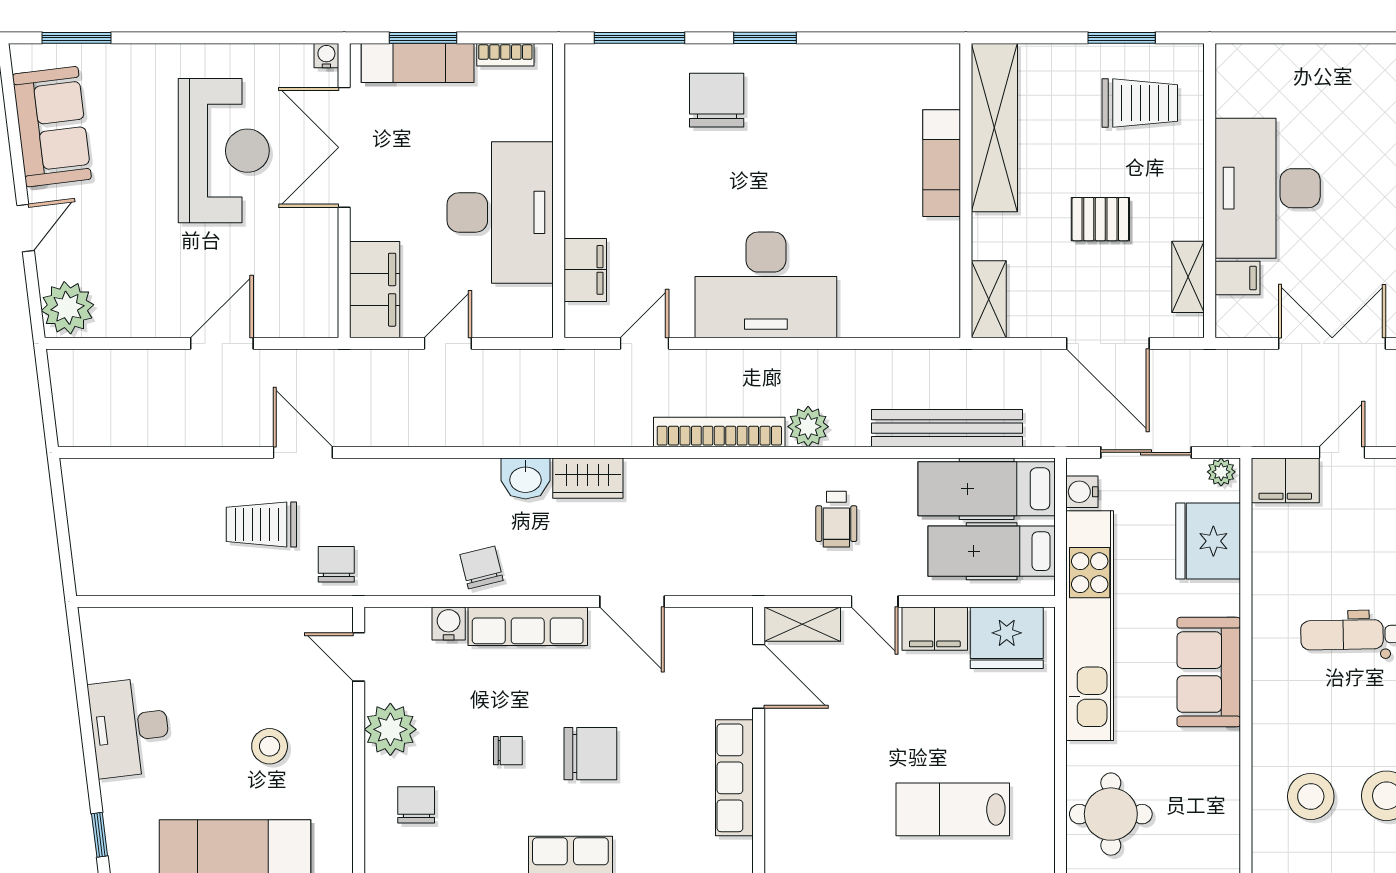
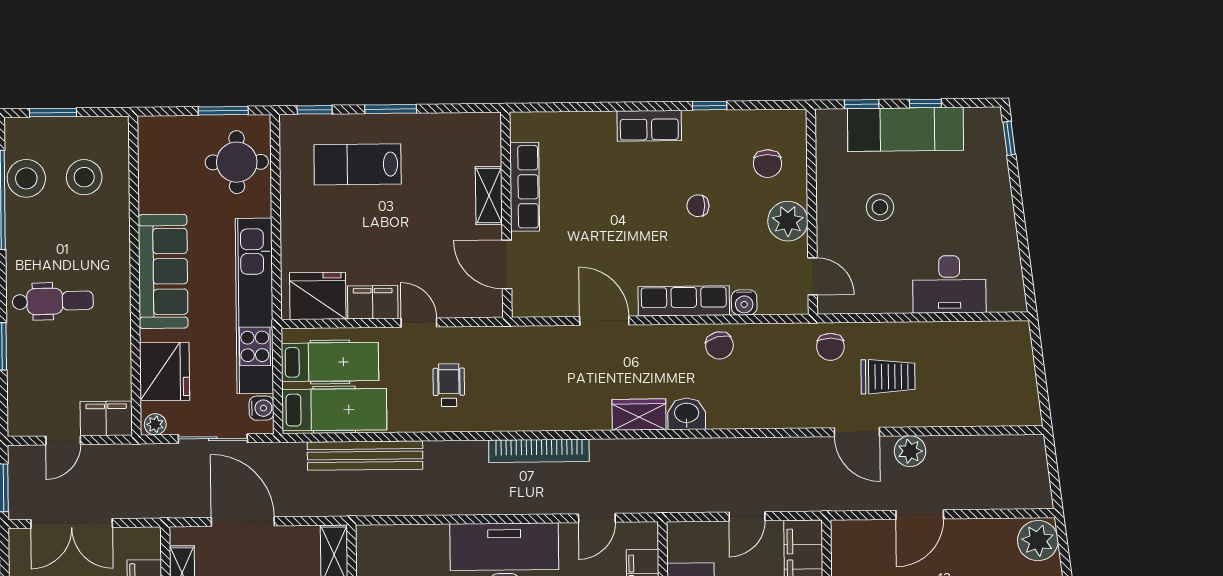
plant: (808, 427) -> (910, 451), moved
shelving: (802, 624) -> (489, 196), moved, turned 90
sofa: (1209, 672) -> (163, 271), width x1.36
desk: (130, 727) -> (949, 284), moved, turned 97
chair: (590, 754) -> (635, 204), removed
lab bench: (953, 809) -> (358, 164), turned 180

